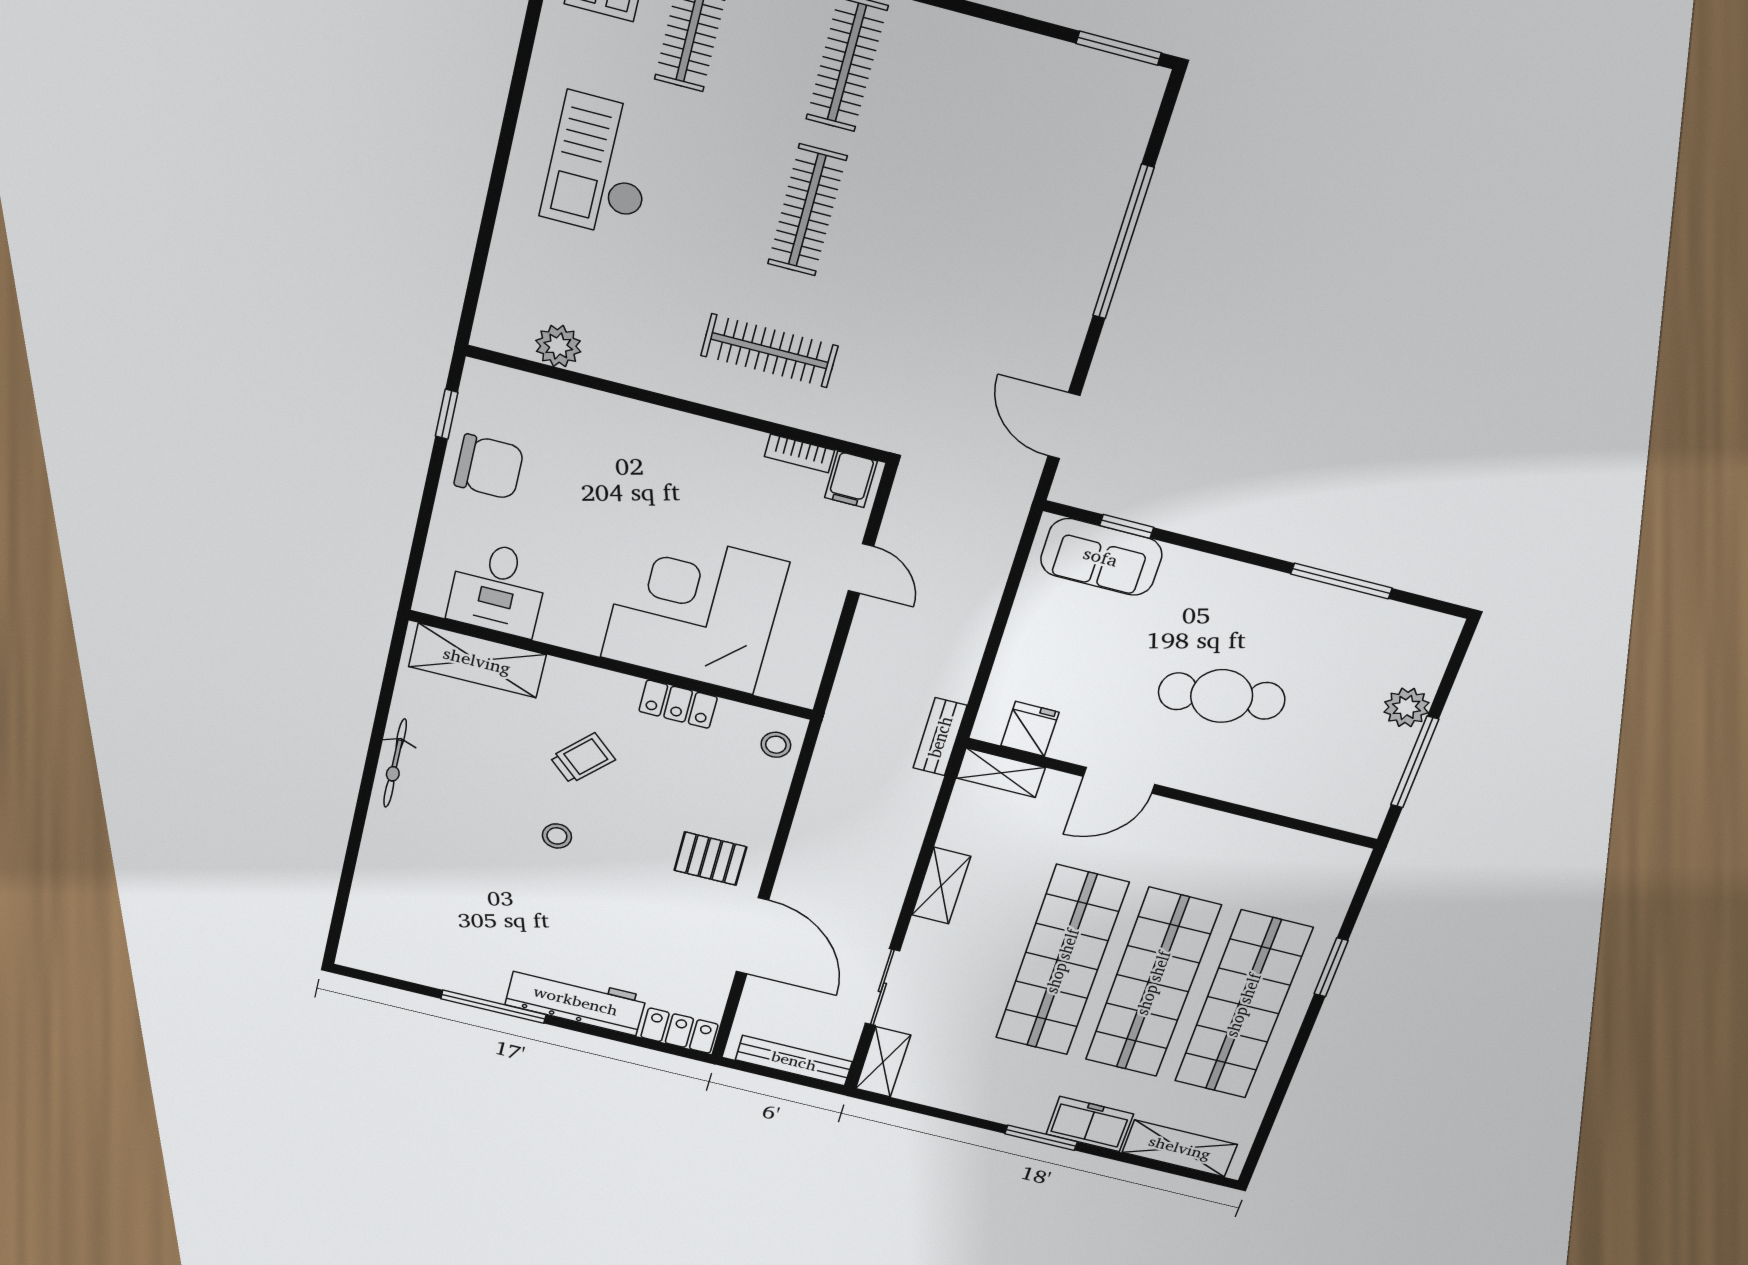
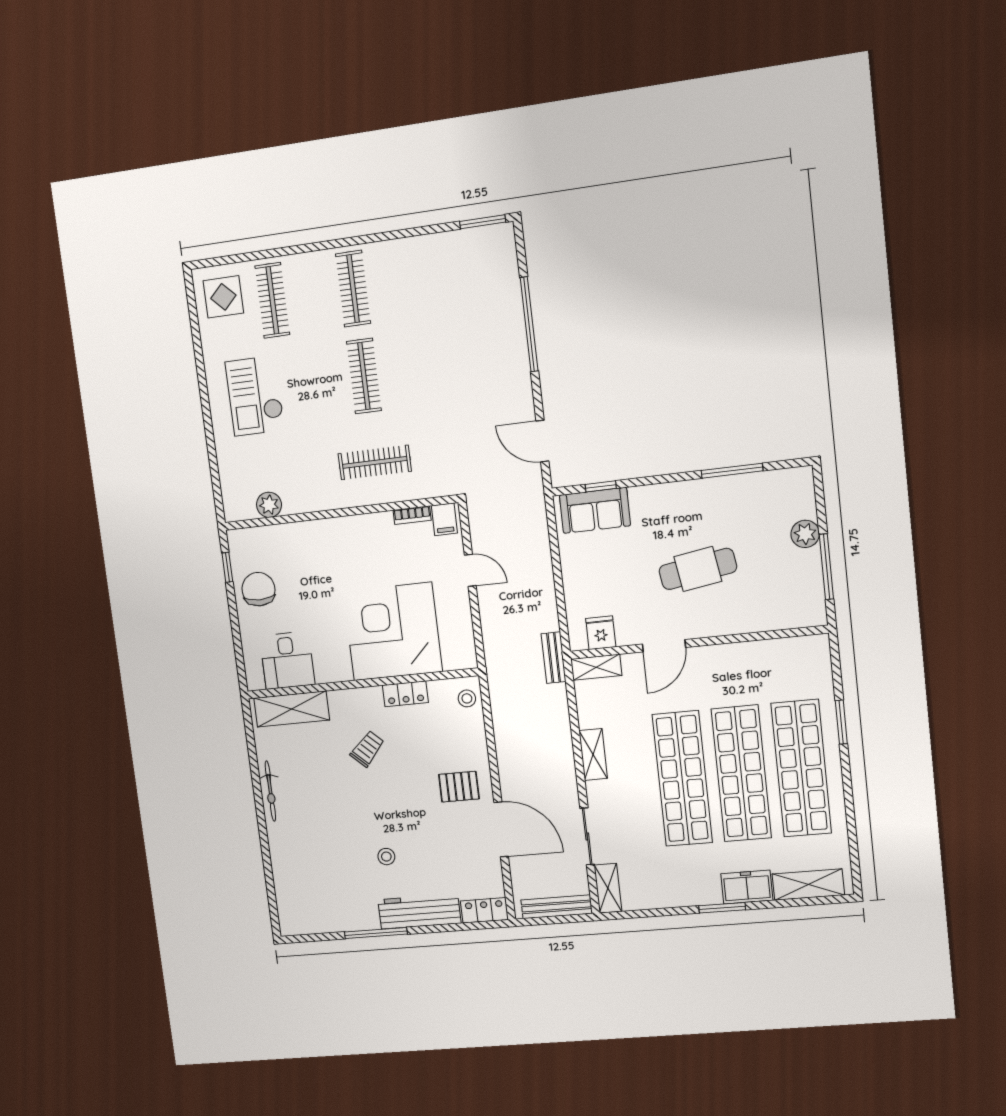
chair: (489, 467) -> (258, 589), turned -90
stool: (557, 836) -> (386, 857), moved

